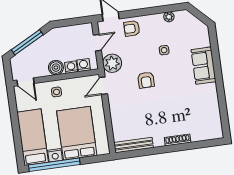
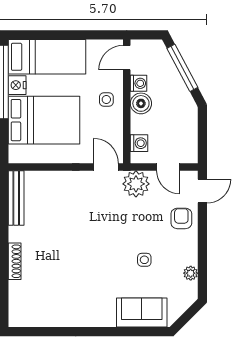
sofa: (204, 66) -> (142, 313), moved
washing machine: (71, 67) -> (139, 83), moved
armchair: (146, 80) -> (106, 228), removed

